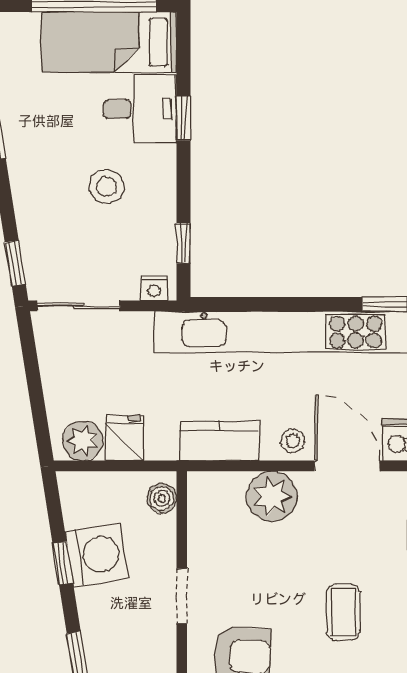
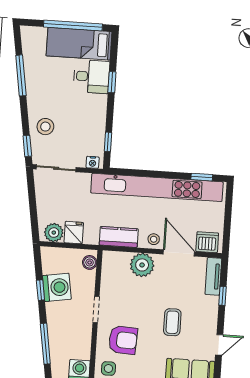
stool: (106, 186) -> (45, 127), moved

